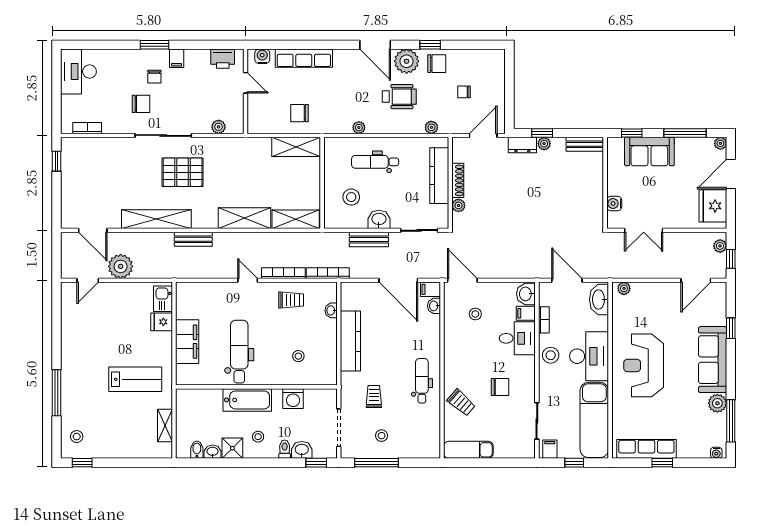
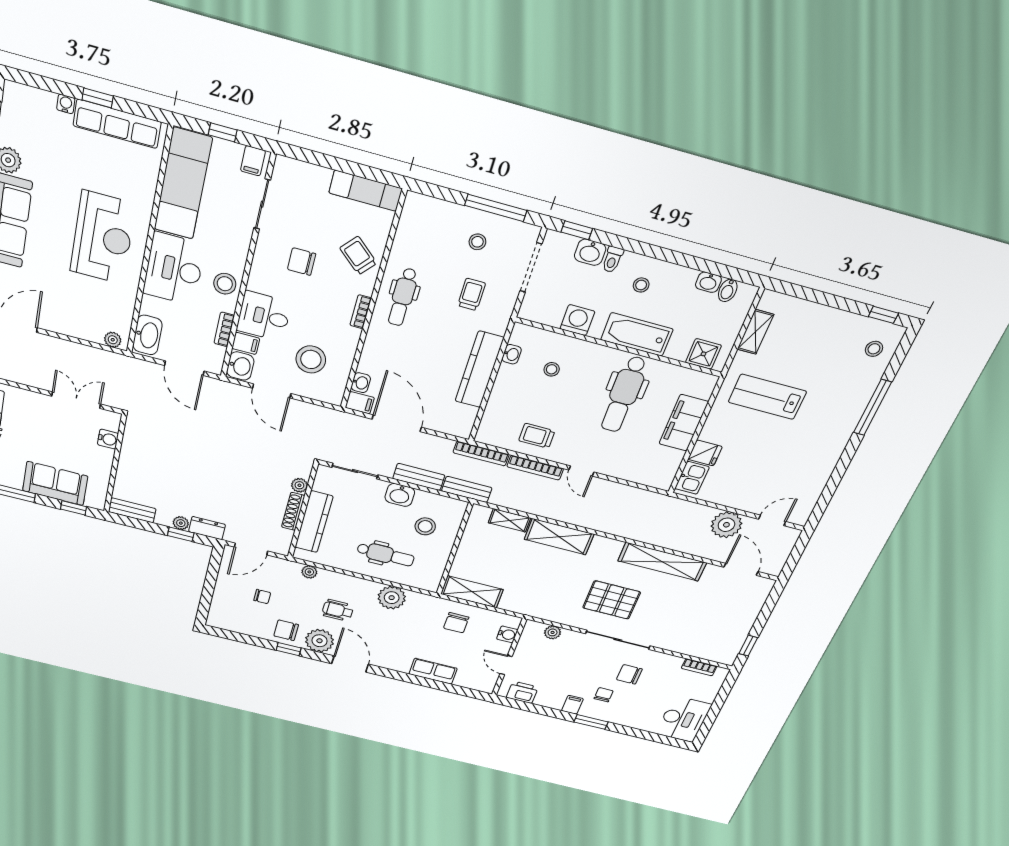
water cooler: (262, 56) -> (507, 634), moved, turned -90
row of seats: (304, 58) -> (433, 671), width x0.68
wheelchair: (399, 97) -> (338, 610), width x0.73, depth x0.73
chair: (300, 113) -> (456, 623), turned 90
plant: (359, 128) -> (392, 598), width x1.88, depth x1.88
shelving: (296, 219) -> (509, 520), width x0.67, depth x0.75
bench: (193, 239) -> (467, 489), moved
door: (462, 280) -> (272, 391), moved
washbasin: (331, 310) -> (512, 354), moved
stool: (475, 314) -> (311, 359), width x1.89, depth x1.89
bookcase: (449, 361) -> (361, 312), added
trolley: (374, 397) -> (472, 294), turned 180
shower: (232, 448) -> (703, 354), moved
water cooler: (716, 453) -> (66, 104), moved

